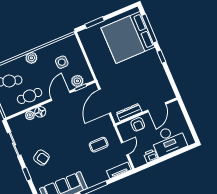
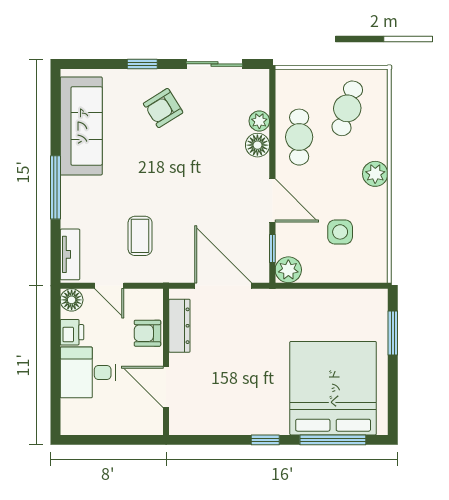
plant: (77, 81) -> (288, 270), moved
desk: (169, 141) -> (88, 372), width x0.73
floor lamp: (137, 162) -> (72, 300), added

